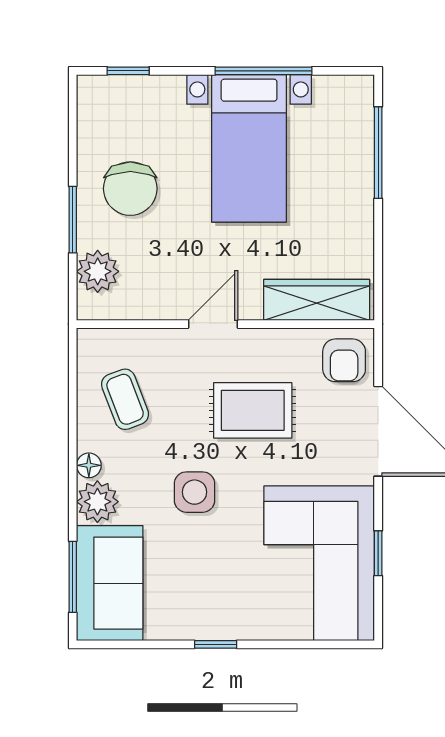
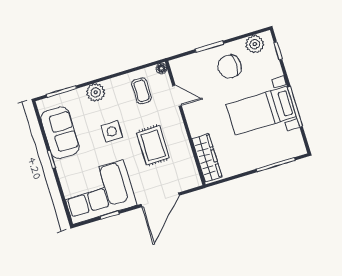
plant: (98, 271) -> (255, 44), moved
door: (213, 324) -> (177, 96), moved
armchair: (344, 360) -> (185, 177), removed
coffee table: (125, 399) -> (142, 91), turned -69
floor lamp: (89, 465) -> (161, 68), moved
sofa: (110, 583) -> (60, 133), moved, turned -90

